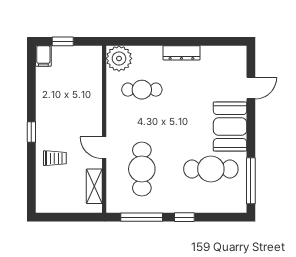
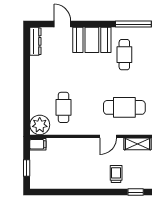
dresser: (181, 53) -> (35, 41), moved
filing cabinet: (43, 56) -> (38, 144), moved
window: (31, 132) -> (136, 192), moved
cafe table: (211, 169) -> (124, 55), width x0.73, depth x0.74

